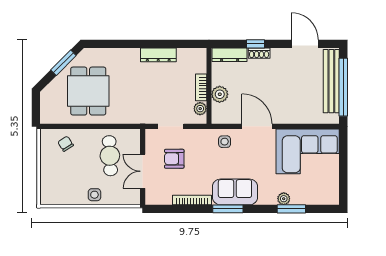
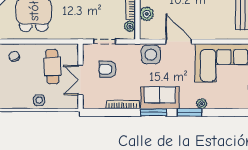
side table: (225, 142) -> (151, 55), width x1.87, depth x1.87
window: (291, 209) -> (189, 112), moved

